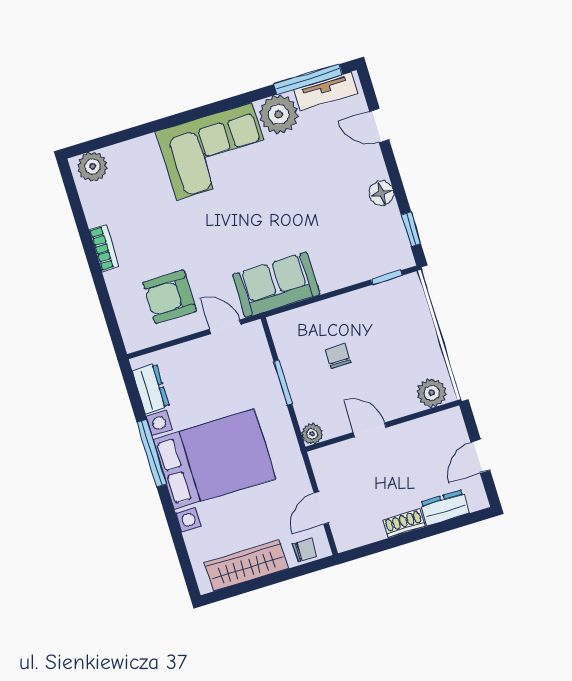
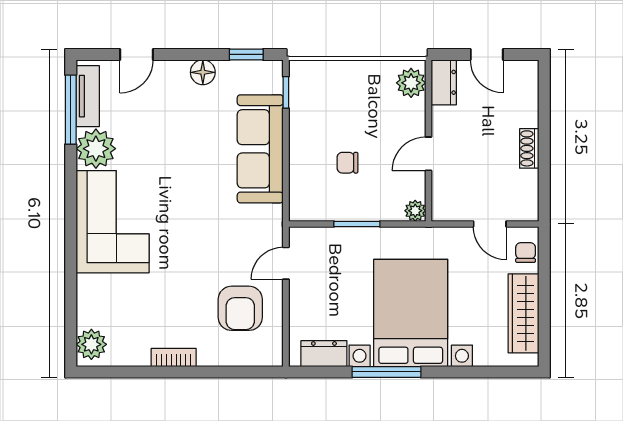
sofa: (276, 285) -> (260, 149), moved, width x1.36
dresser: (445, 508) -> (444, 82), moved, turned 180

